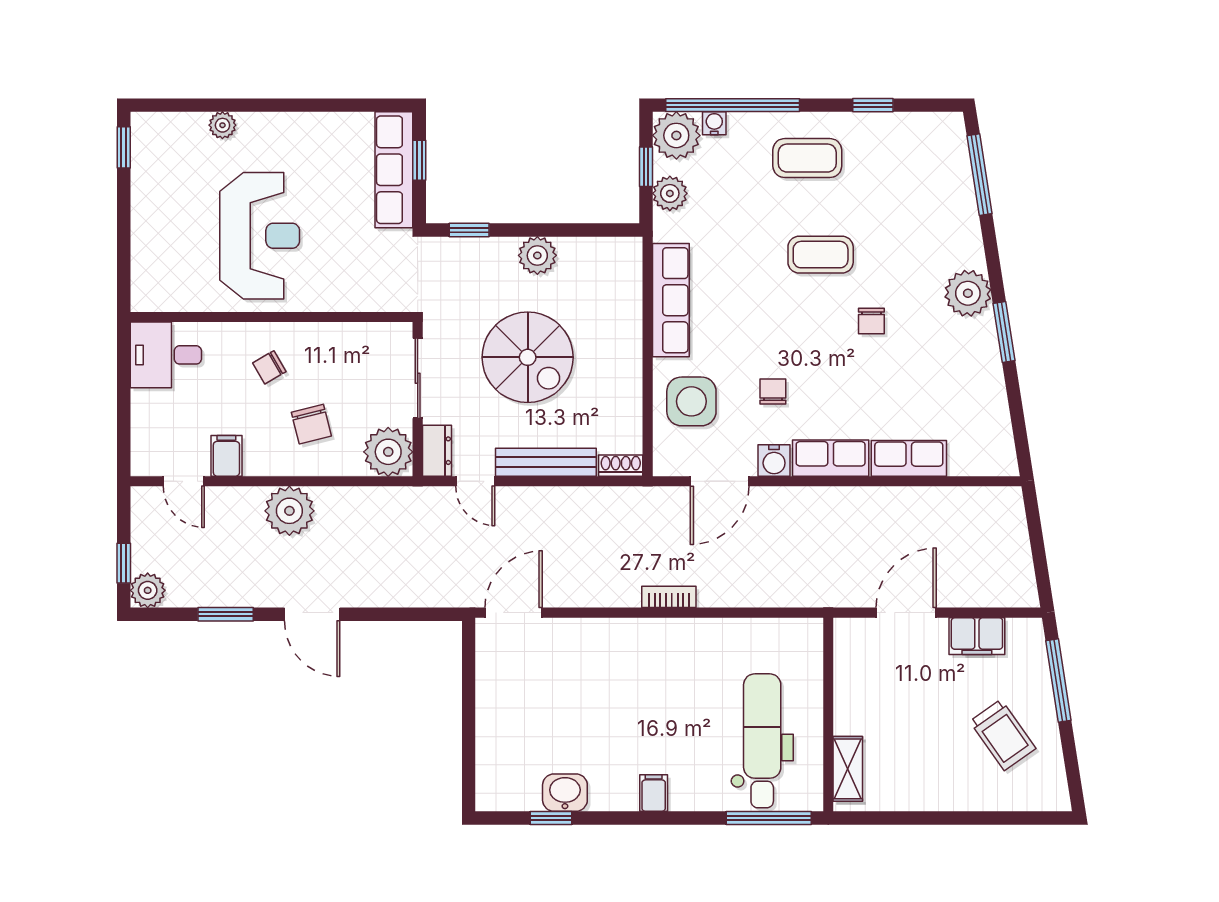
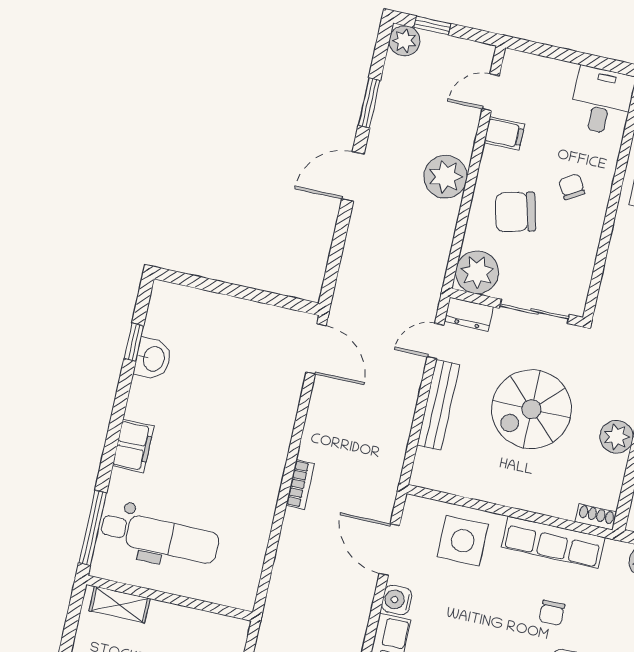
chair: (773, 391) -> (552, 613), moved, turned 90
chair: (311, 424) -> (515, 212), width x1.37, depth x1.37
shoe rack: (621, 466) -> (596, 517), moved, turned -90
filing cabinet: (654, 793) -> (133, 446), width x2.00

